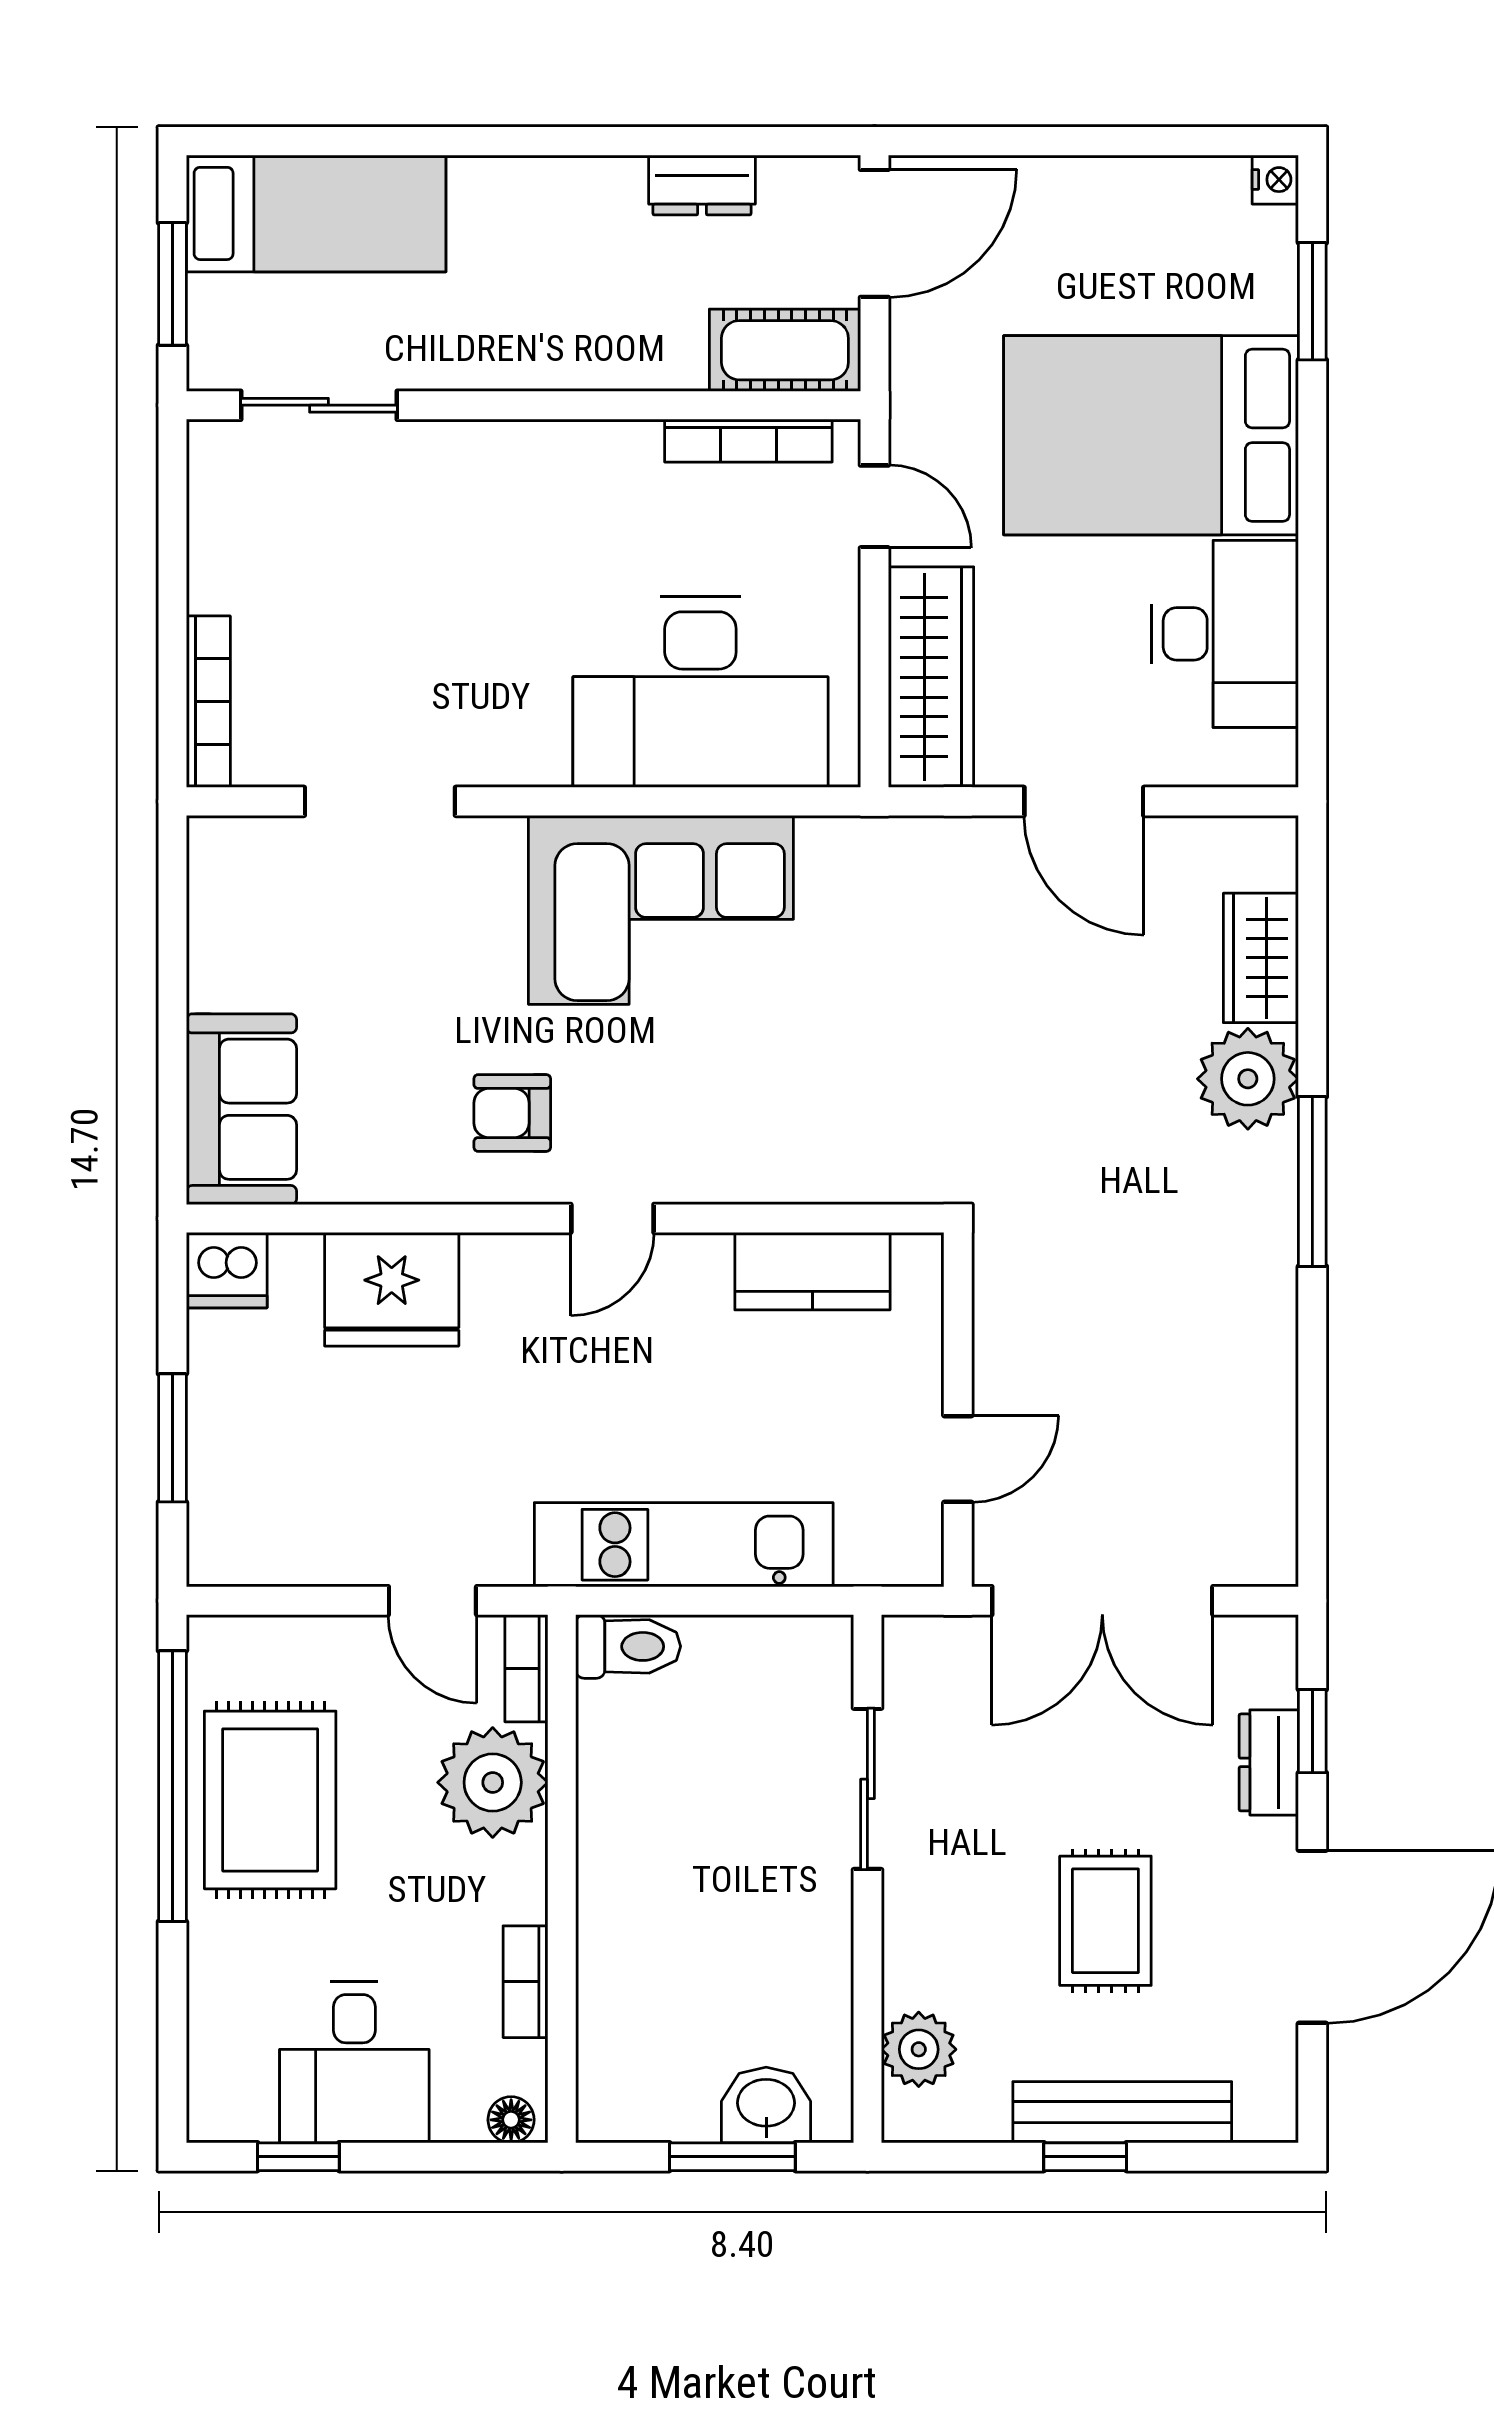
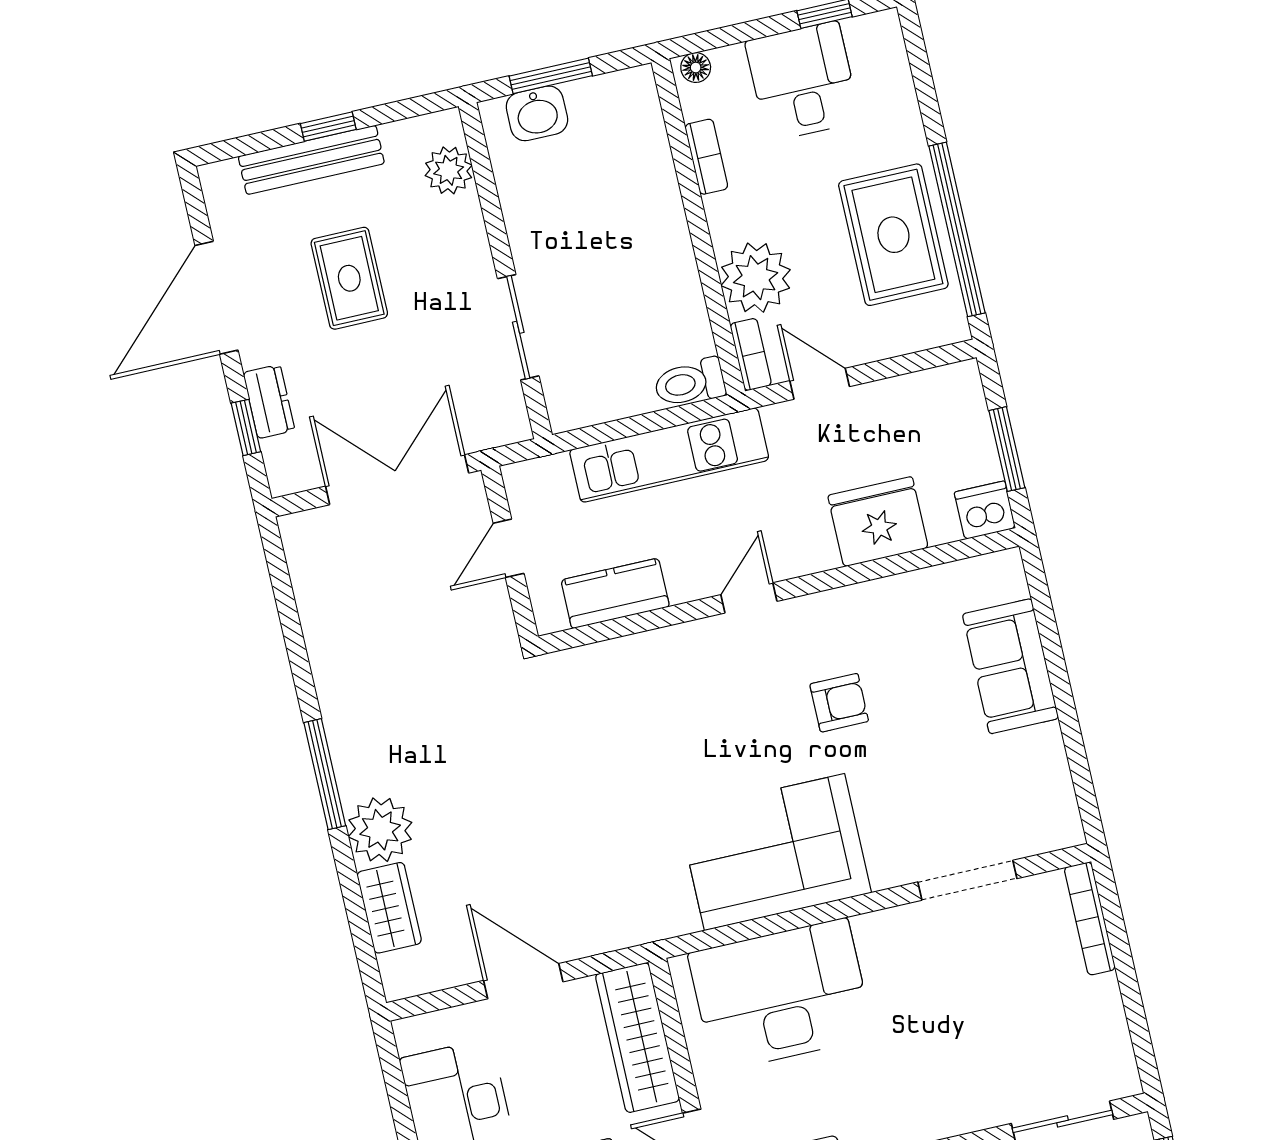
wall: (565, 1218) -> (779, 591), moved
door: (612, 1218) -> (749, 598), moved
dishwasher: (227, 1270) -> (985, 510), moved
kitchen counter: (812, 1271) -> (615, 593), moved
fridge: (392, 1289) -> (878, 522), moved

